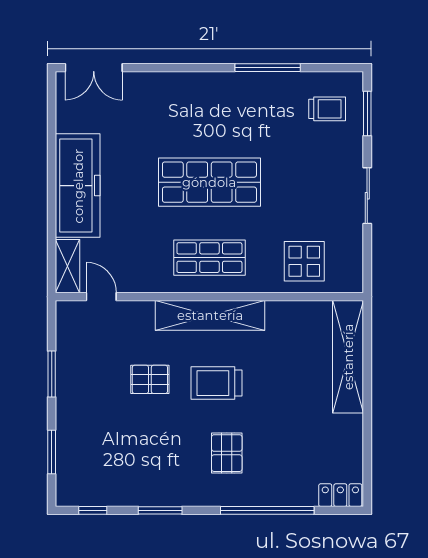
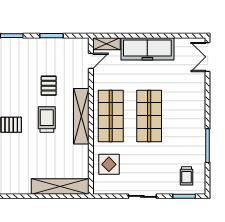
shop shelf: (209, 258) -> (111, 116), width x1.43, depth x1.36

